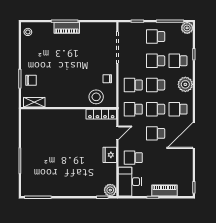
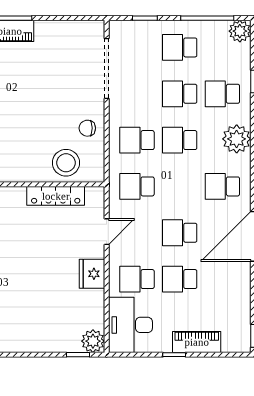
school desk: (156, 109) -> (180, 279), moved
locker: (101, 114) -> (56, 196), moved

